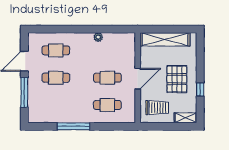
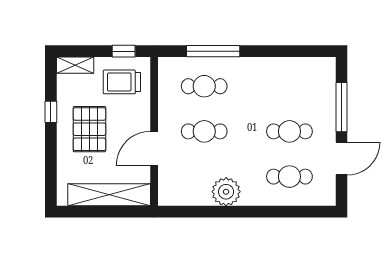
plant: (98, 37) -> (226, 192), width x1.88, depth x1.88
door: (138, 79) -> (154, 148), moved
window: (73, 126) -> (213, 51), moved
window: (156, 126) -> (124, 51), added

